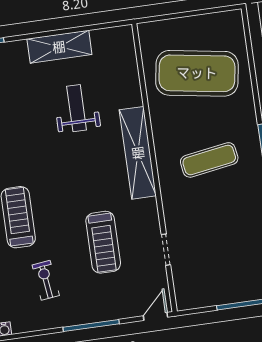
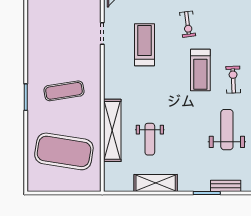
shelving: (138, 153) -> (112, 130), moved

